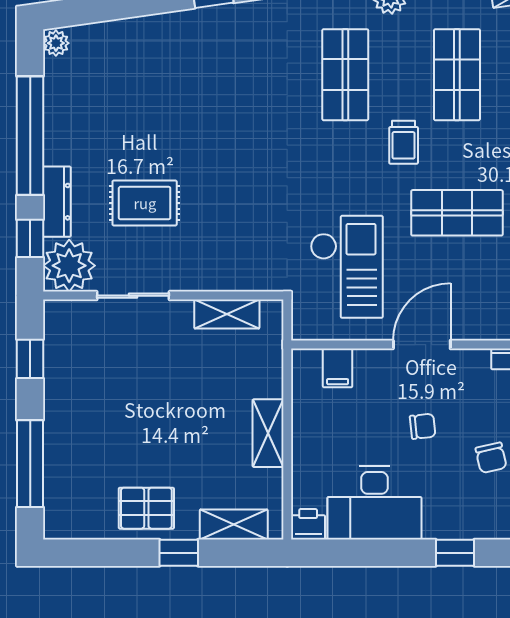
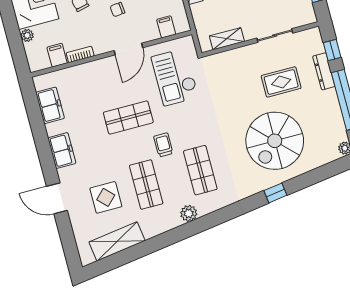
spiral stairs: (187, 93) -> (275, 141), added
plant: (69, 266) -> (310, 42), removed

